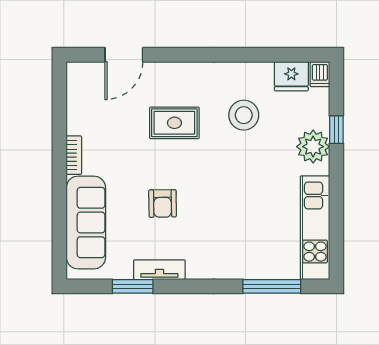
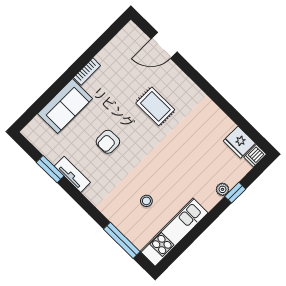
stool: (244, 115) -> (146, 201), moved, width x0.53, depth x0.53
plant: (313, 147) -> (222, 189), width x0.53, depth x0.53
sofa: (86, 222) -> (65, 106), width x0.73

